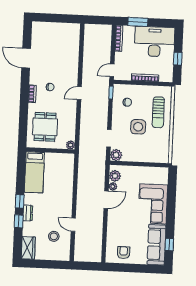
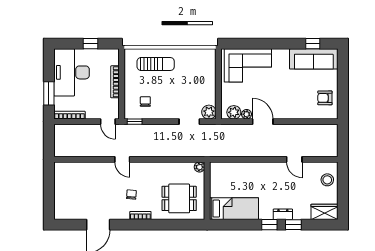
door: (79, 93) -> (122, 159), moved
side table: (138, 127) -> (174, 87), removed
corner sofa: (153, 204) -> (248, 65), moved
door: (73, 225) -> (294, 159), hinge flipped
stool: (54, 236) -> (327, 180), moved

